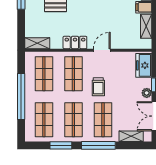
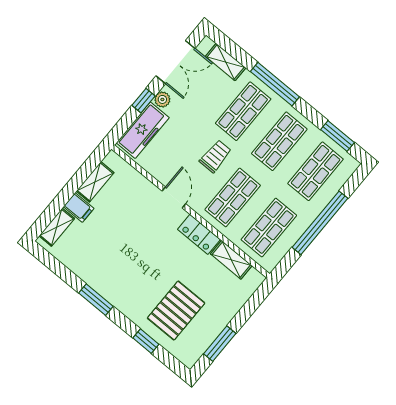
shelving: (37, 43) -> (231, 260), moved
door: (102, 50) -> (174, 197), swing flipped
freezer: (144, 65) -> (143, 130), width x1.40
window: (61, 145) -> (337, 136), moved

